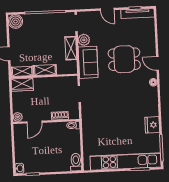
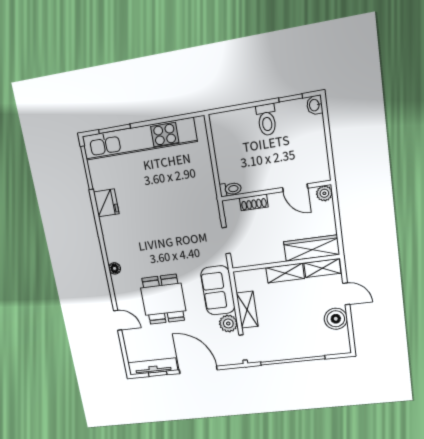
door: (107, 9) -> (198, 370), width x1.88
boiler: (16, 21) -> (336, 319), moved
dining table: (124, 59) -> (163, 299), turned 90
door: (157, 64) -> (118, 320), moved
wardrobe: (22, 85) -> (312, 248), width x1.50
door: (34, 122) -> (295, 188), swing flipped
toilet: (76, 162) -> (267, 120), moved

